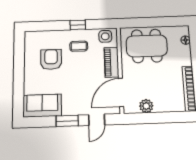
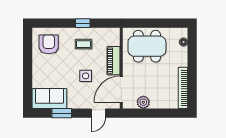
side table: (105, 36) -> (86, 76), moved
armchair: (51, 59) -> (49, 44), moved
window: (67, 121) -> (62, 113), moved

